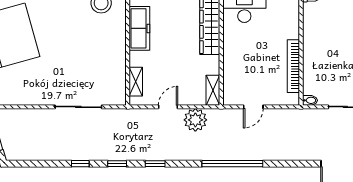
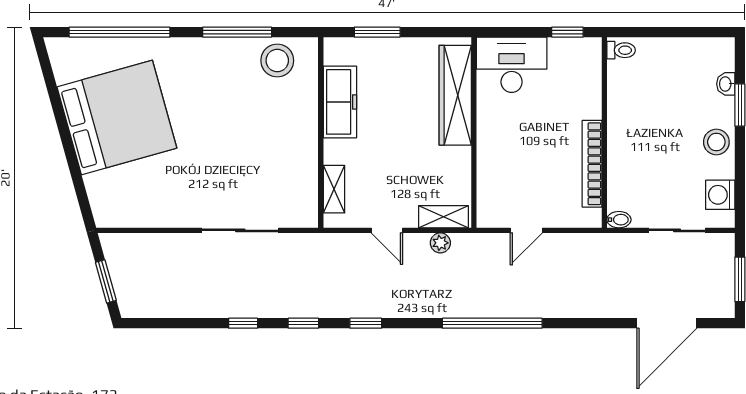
shelving: (213, 90) -> (443, 217), moved, turned 90
door: (168, 107) -> (387, 230), swing flipped
plant: (195, 120) -> (440, 243), width x0.53, depth x0.53

